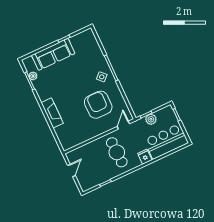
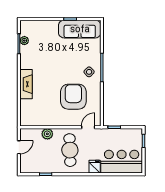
sofa: (53, 54) -> (80, 29), moved
plant: (151, 119) -> (47, 134), moved

